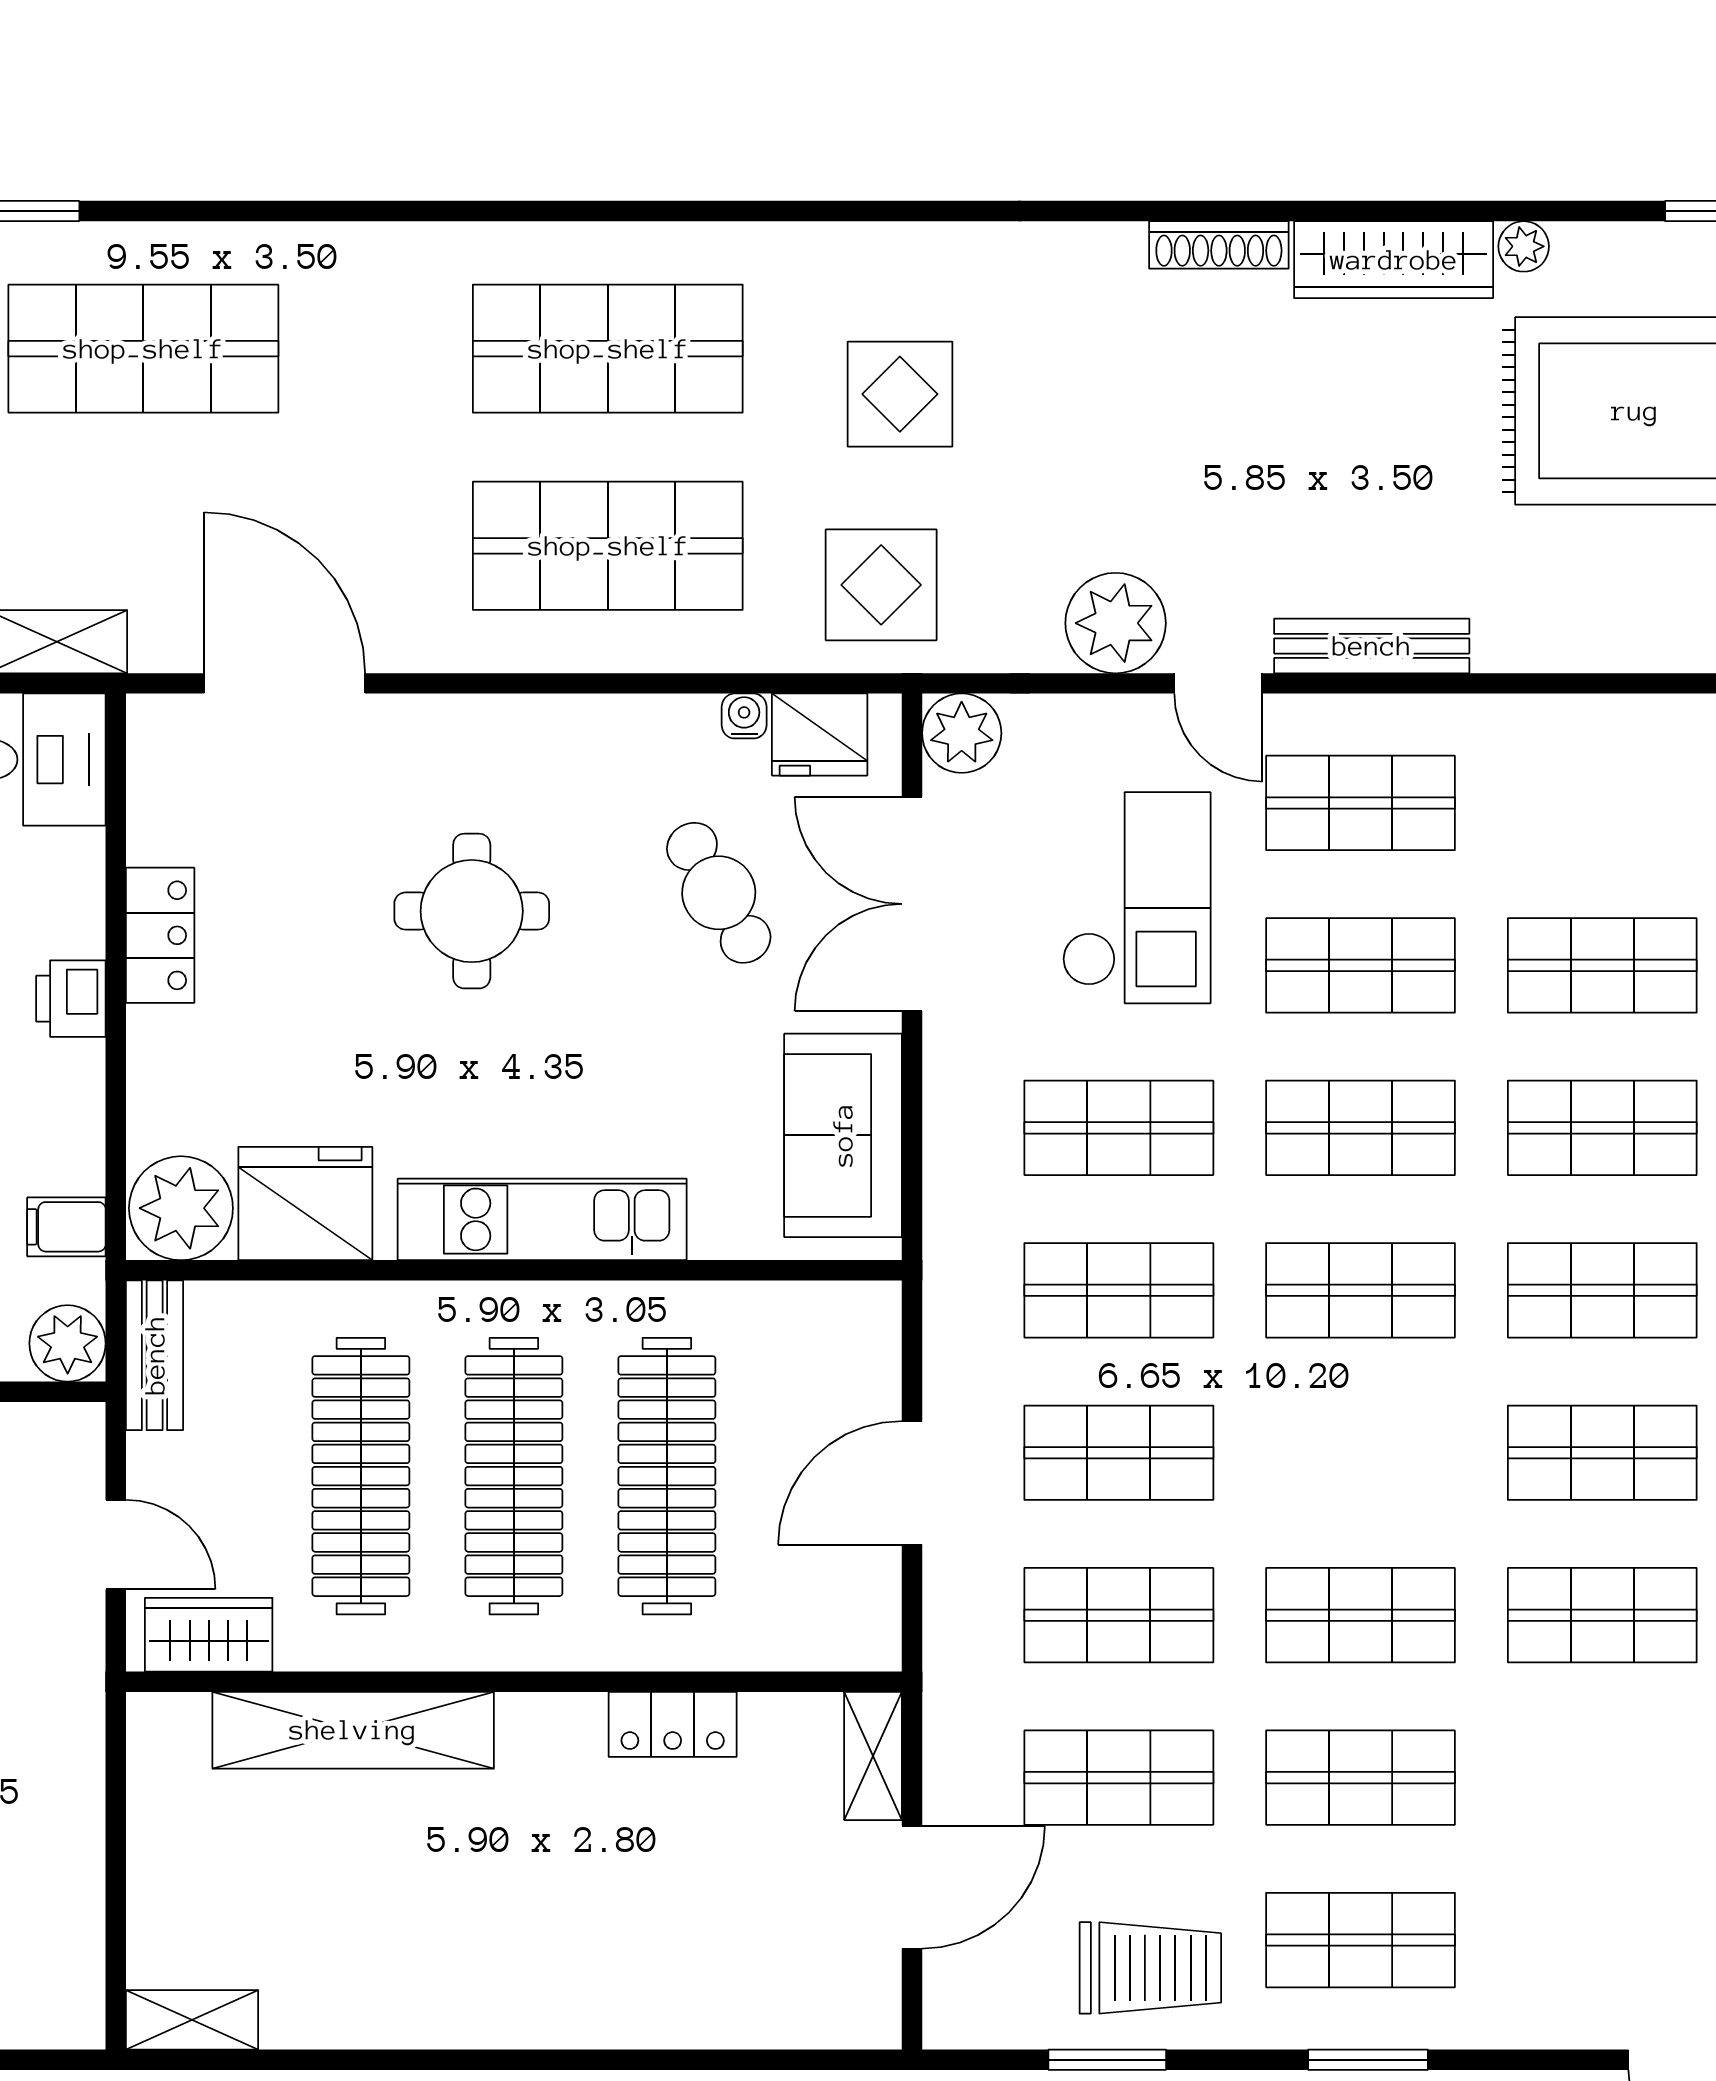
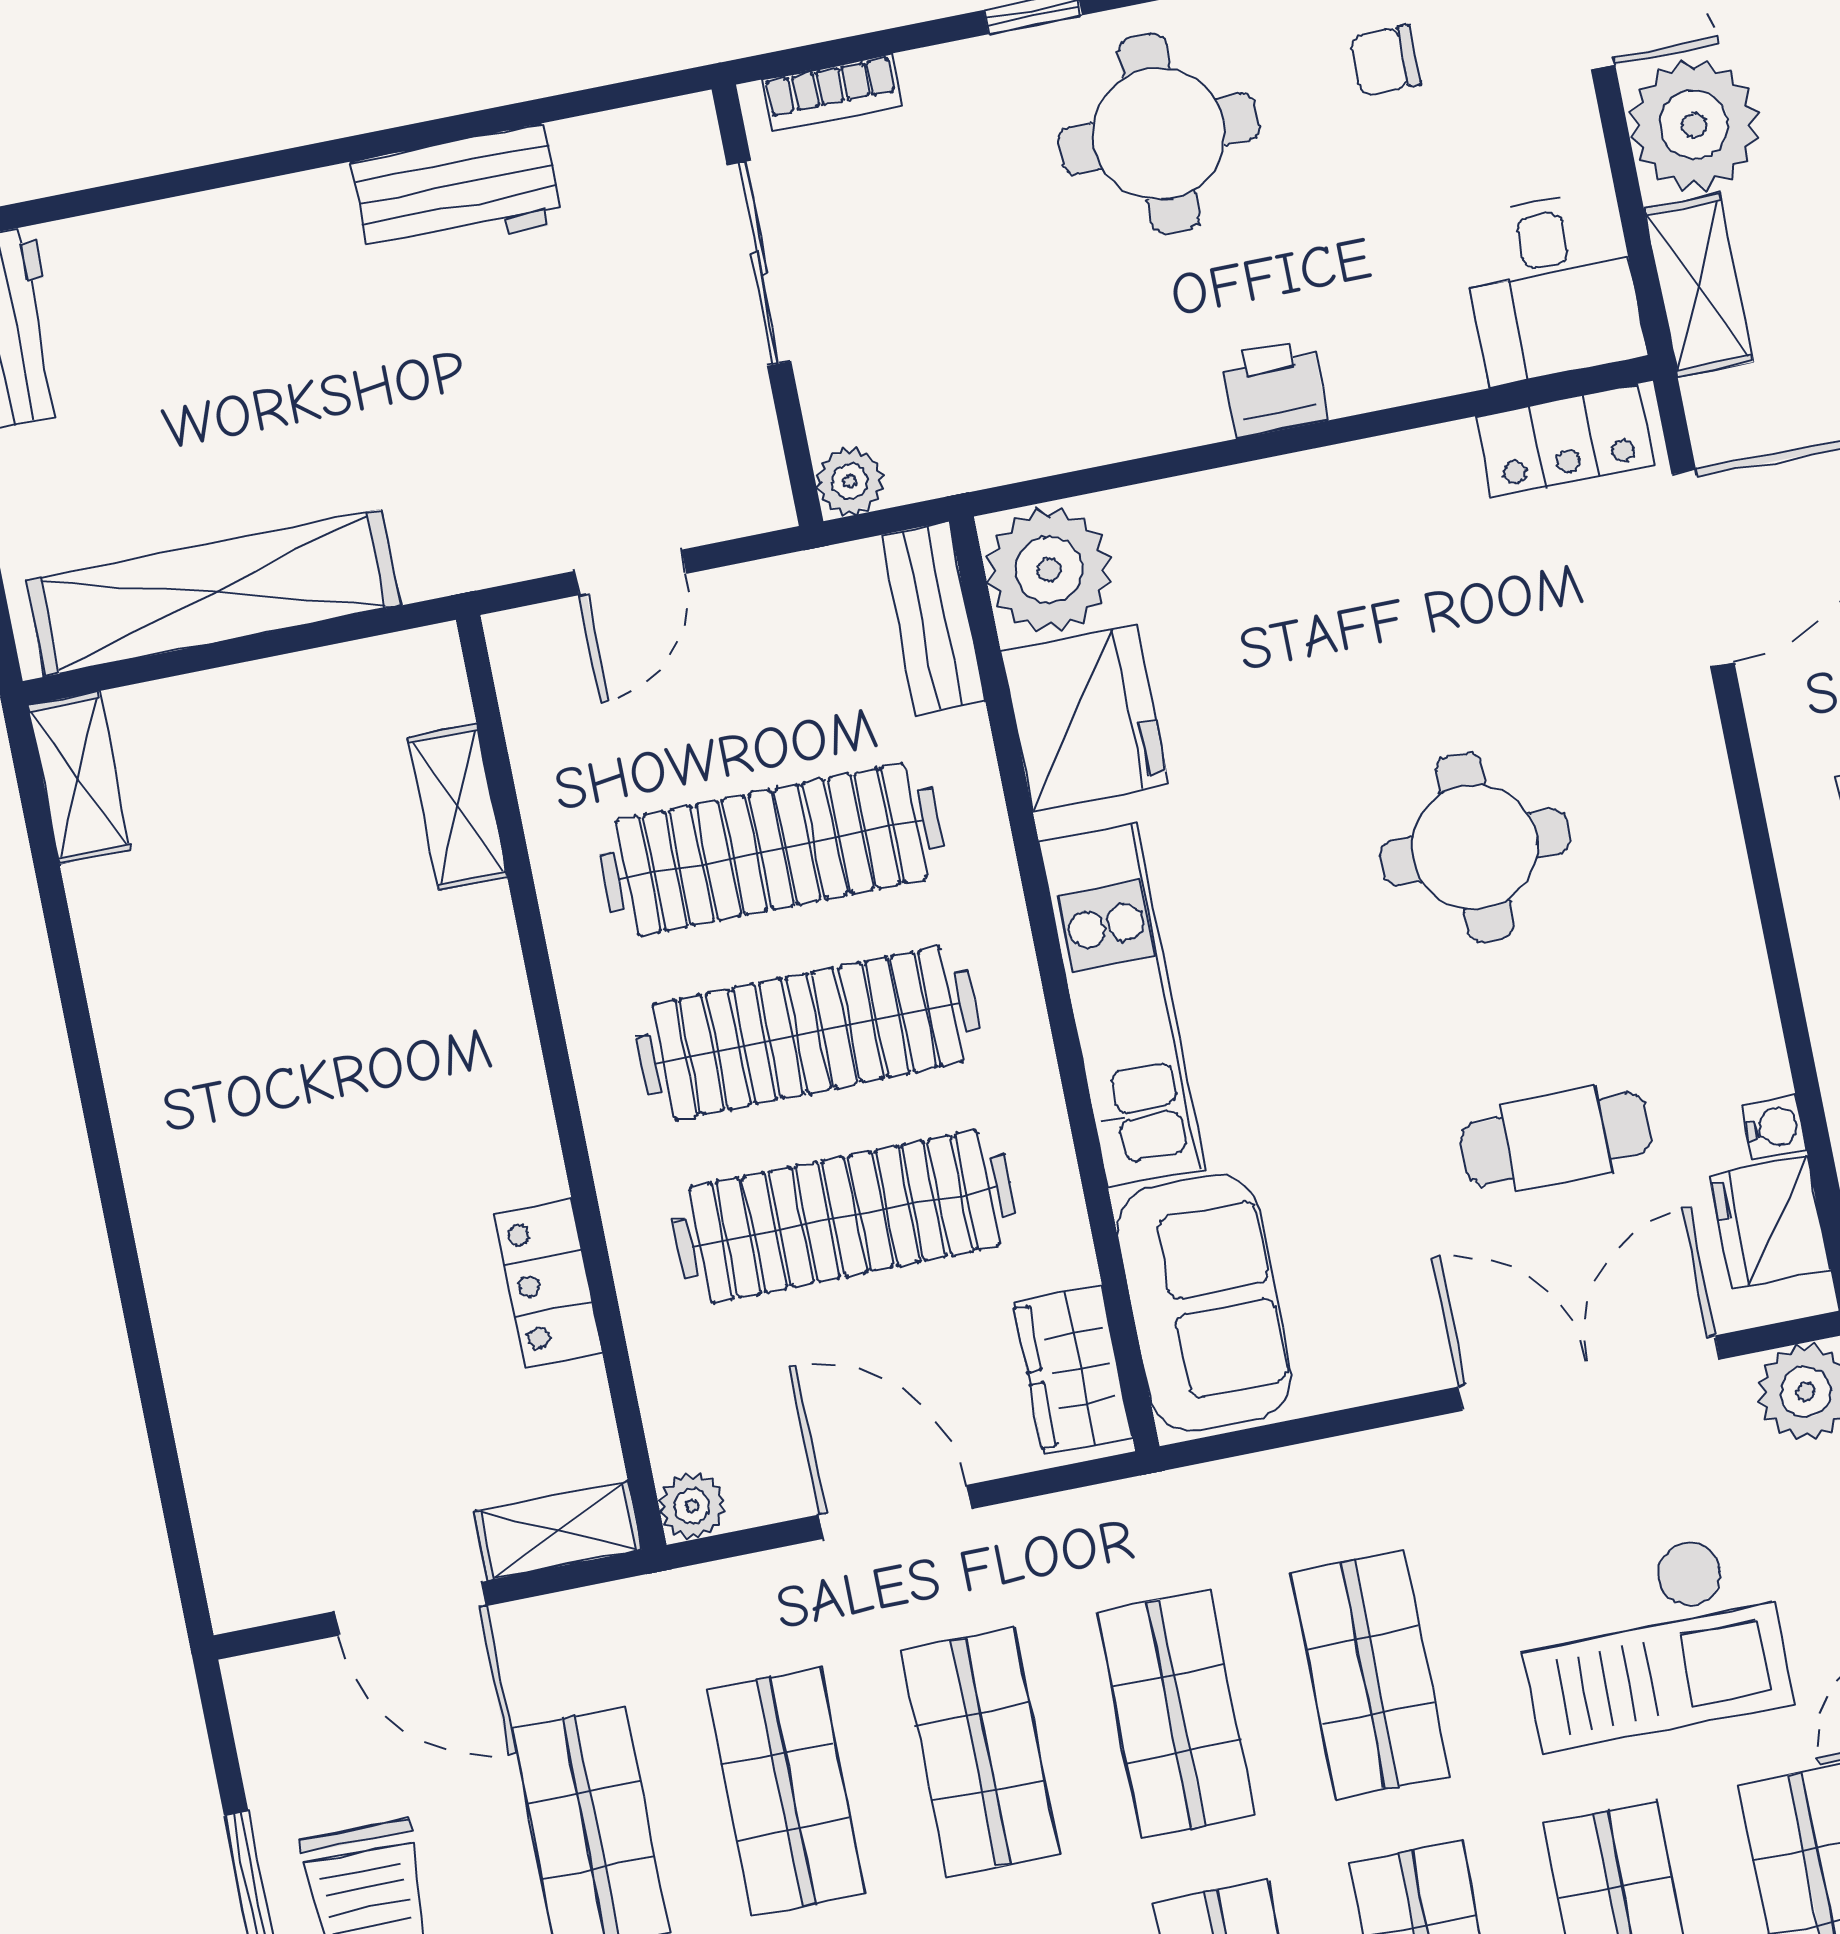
cafe table: (719, 893) -> (1556, 1139), turned 30
locker: (160, 935) -> (1565, 441), moved
sofa: (843, 1135) -> (1204, 1303), moved, turned 90
filing cabinet: (66, 1227) -> (999, 437), removed
plant: (68, 1343) -> (850, 481), width x0.73, depth x0.73
bench: (155, 1355) -> (933, 618), moved, turned 90
wardrobe: (209, 1635) -> (1073, 1370), moved, turned 180
plant: (875, 1645) -> (692, 1506), added
shelving: (353, 1730) -> (458, 807), width x0.45, depth x0.75
shelving: (65, 1883) -> (213, 593), added

